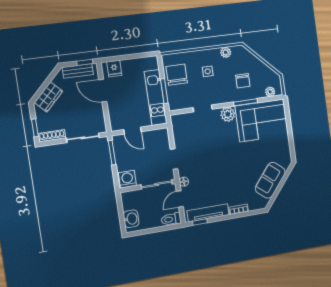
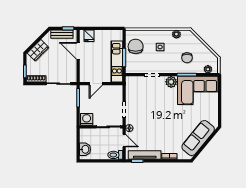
door: (132, 131) -> (96, 84), hinge flipped
sofa: (270, 180) -> (198, 138), width x1.36
door: (180, 199) -> (124, 141), swing flipped

